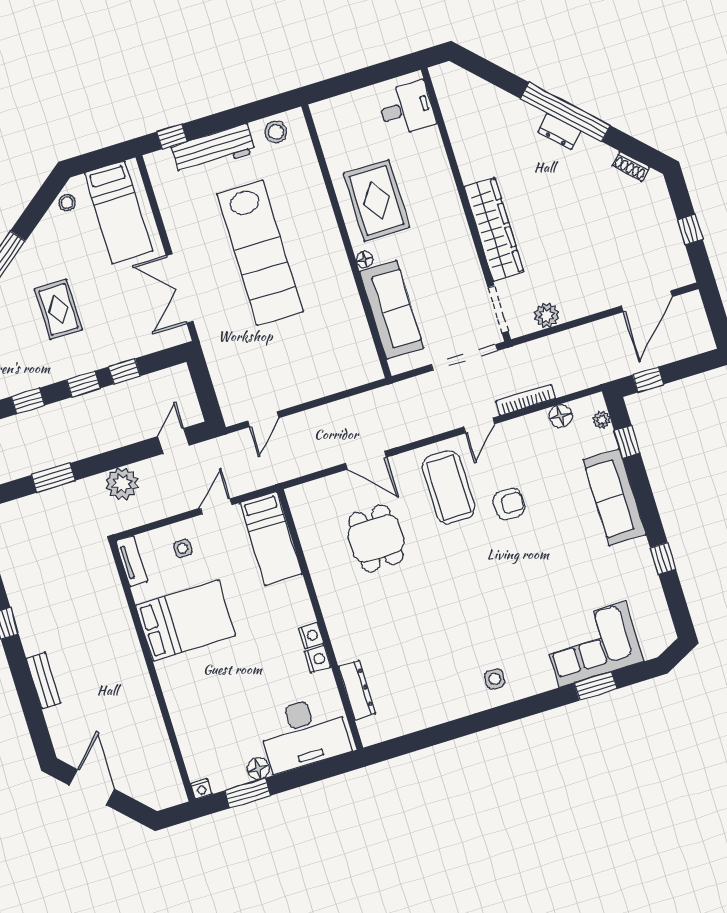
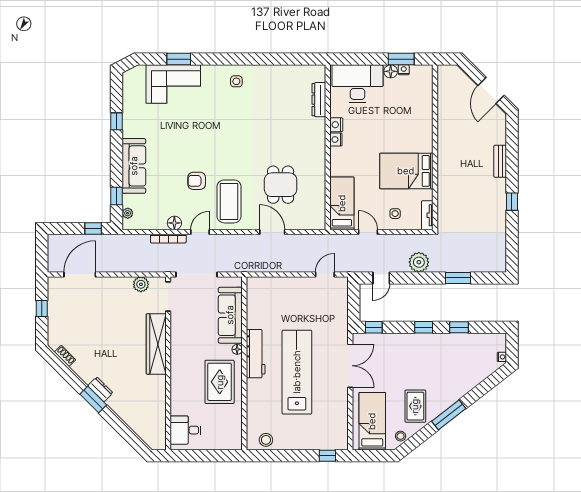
window: (566, 112) -> (93, 399), width x0.47
workbench: (213, 149) -> (256, 354), moved, turned 90
rug: (58, 309) -> (415, 406), moved
window: (124, 371) -> (374, 327), moved
floor lamp: (560, 416) -> (174, 223), moved
door: (216, 506) -> (368, 232), swing flipped
nightstand: (201, 789) -> (404, 70), moved

